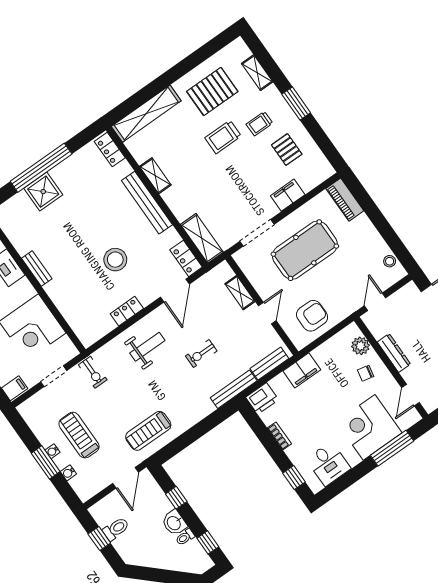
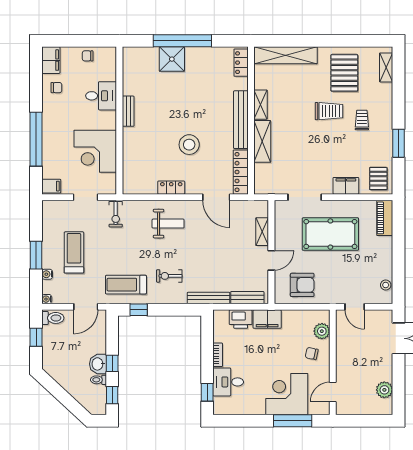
shelving: (257, 73) -> (386, 67), moved
pallet: (212, 91) -> (344, 73), turned 90
window: (296, 103) -> (399, 143), moved
trolley: (259, 124) -> (362, 120), turned 90
trolley: (223, 137) -> (329, 111), turned 180
pallet: (287, 149) -> (378, 179), moved
shelving: (202, 238) -> (262, 141), moved
locker: (186, 258) -> (241, 172), width x1.53
door: (175, 291) -> (216, 197), hinge flipped
door: (375, 302) -> (355, 307), swing flipped
exercise bike: (201, 353) -> (169, 276), moved
dresser: (394, 353) -> (342, 353), removed
printer: (262, 399) -> (241, 319), moved
window: (177, 446) -> (139, 310), added
water cooler: (53, 451) -> (47, 299), moved
desk: (328, 464) -> (228, 382), moved, turned 90
window: (176, 498) -> (112, 363), moved
toilet: (116, 529) -> (53, 318), moved

